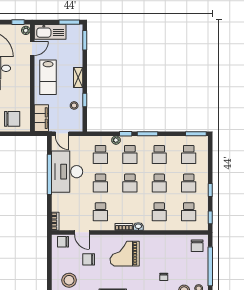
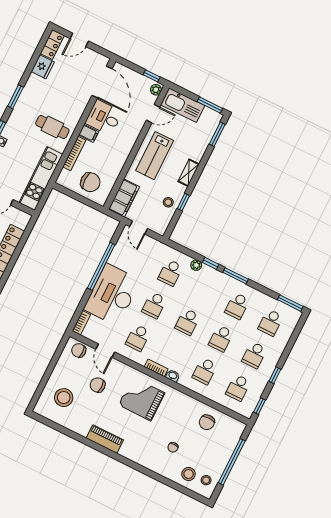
school desk: (130, 154) -> (204, 289), removed
desk: (67, 172) -> (112, 295), moved
chair: (197, 246) -> (207, 422), moved

